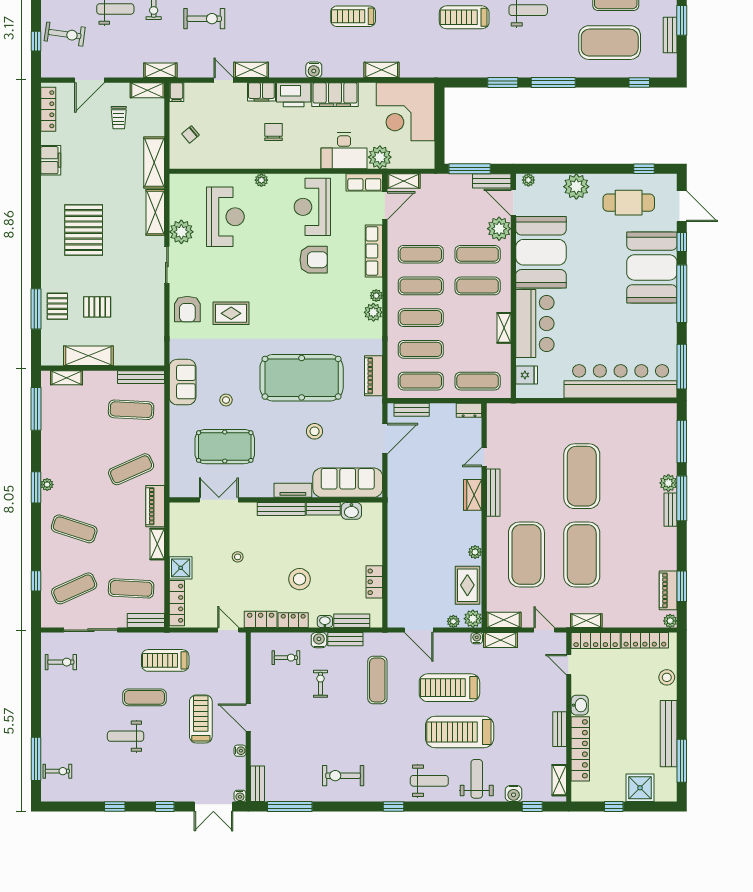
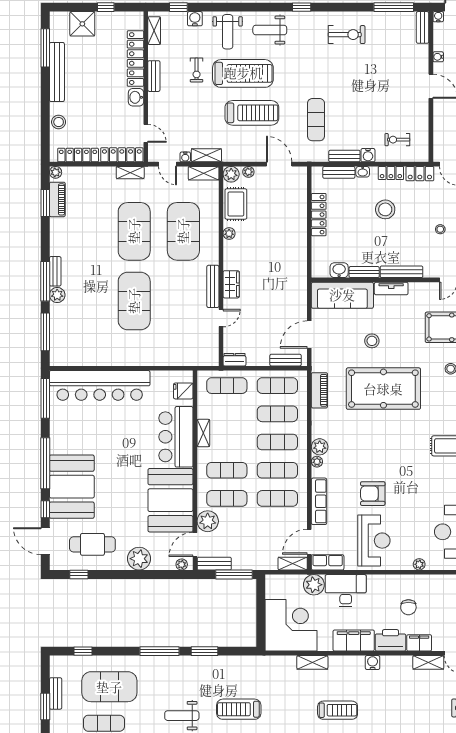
treadmill: (464, 17) -> (239, 709), turned 180
door: (513, 202) -> (195, 544), swing flipped
locker: (374, 582) -> (319, 215), width x1.53
water cooler: (477, 638) -> (185, 157), moved
exercise bike: (320, 684) -> (197, 70), moved

